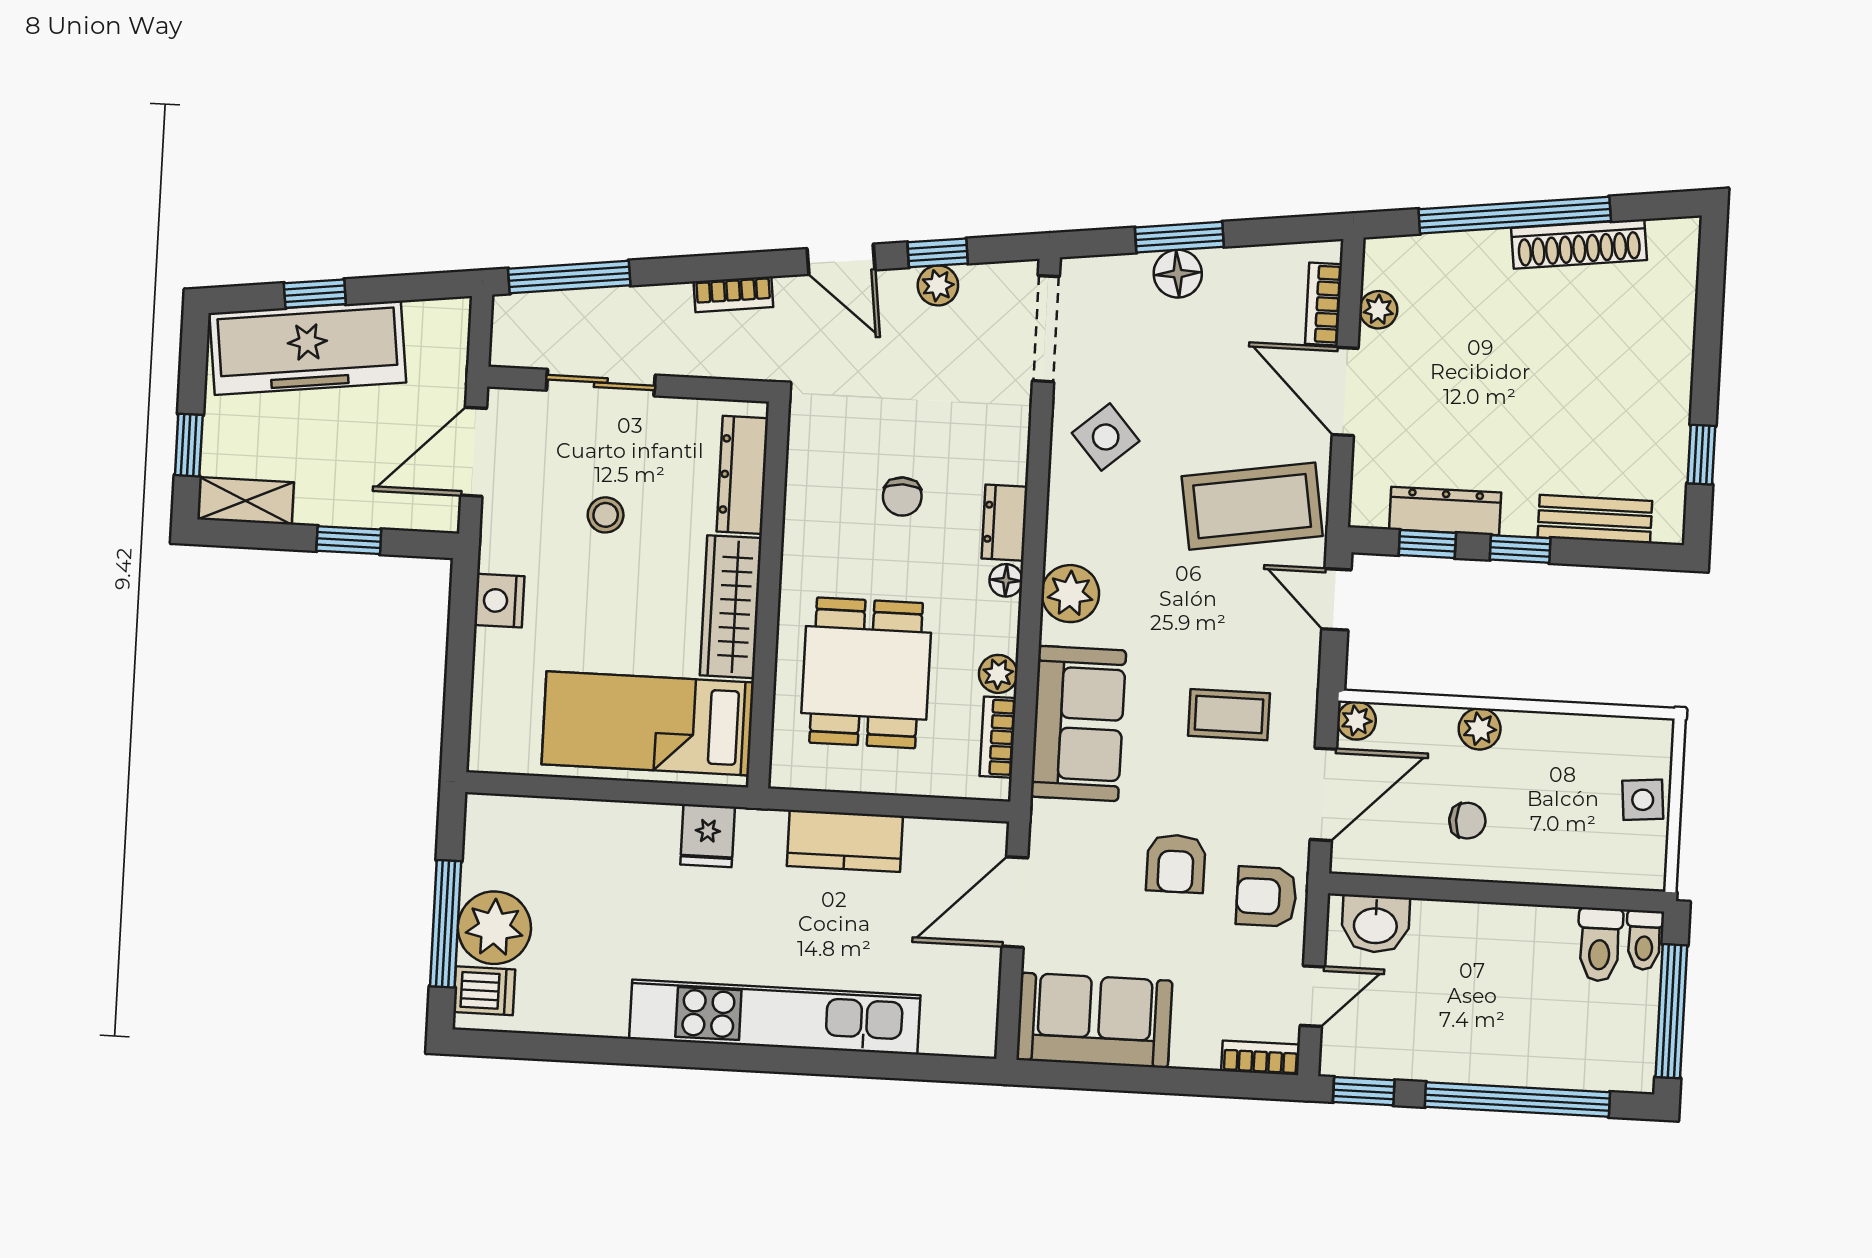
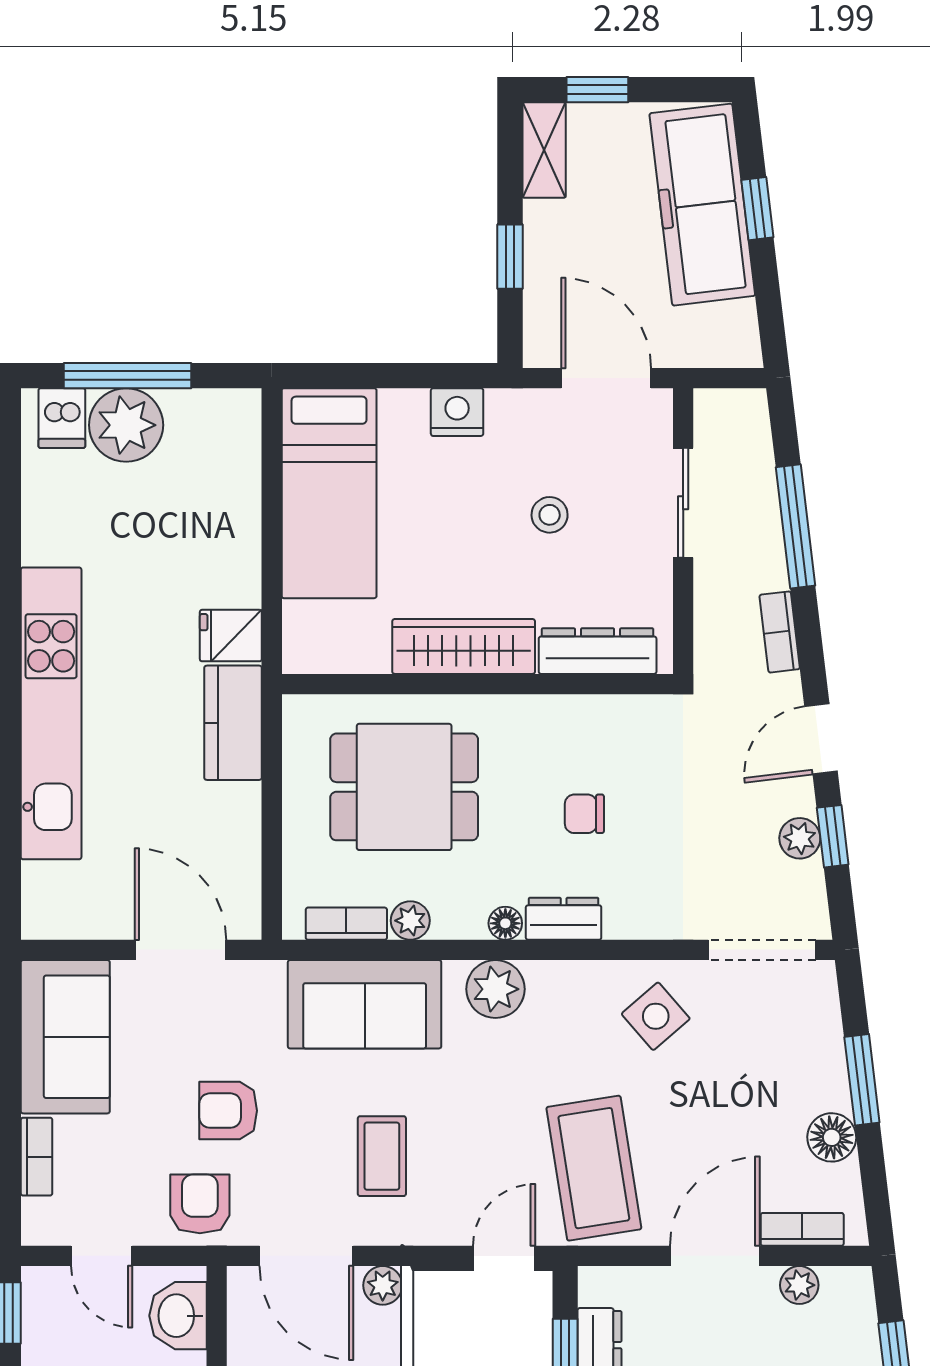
floor lamp: (1178, 274) -> (832, 1137), moved
window: (569, 277) -> (796, 526), moved
bed: (648, 723) -> (329, 493), moved, turned 180
kitchen counter: (845, 841) -> (233, 723), moved
bookcase: (1261, 1058) -> (37, 1157), moved

